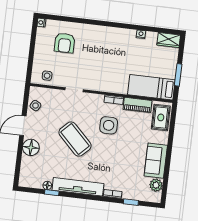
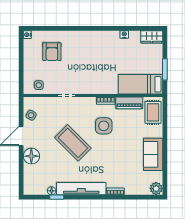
plant: (156, 185) -> (156, 189), moved
window: (131, 202) -> (134, 197), removed

